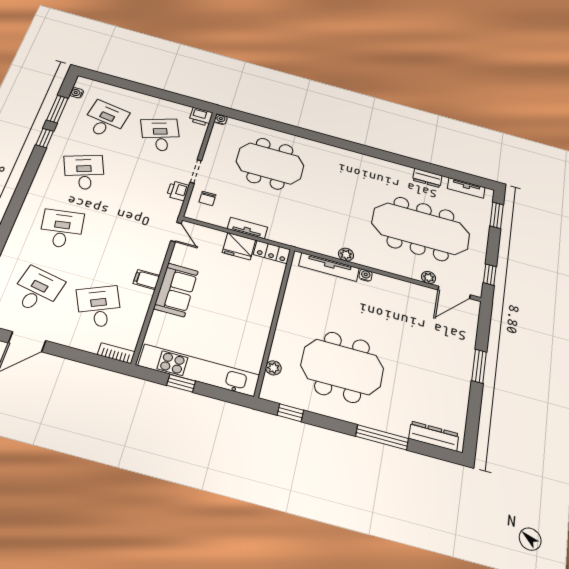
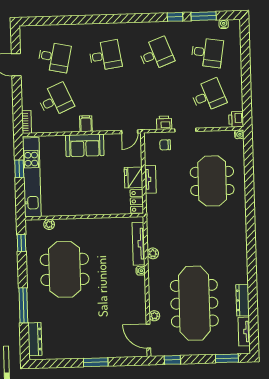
dresser: (427, 178) -> (242, 300), width x1.44

